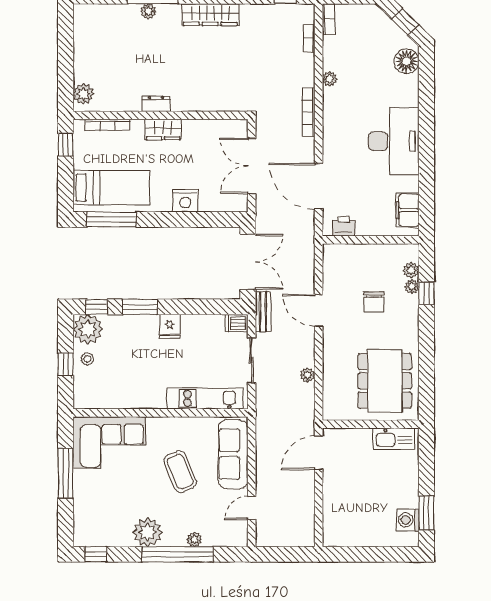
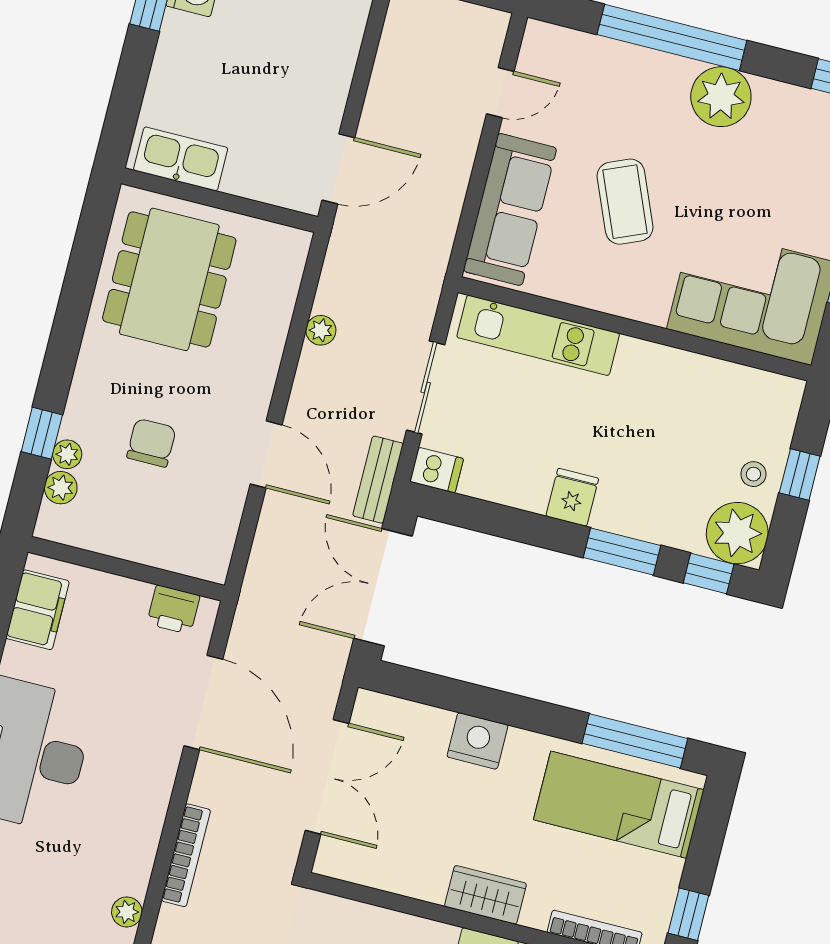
plant: (194, 539) -> (631, 58), removed

